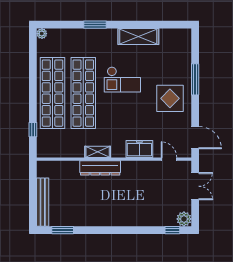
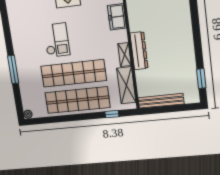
window: (95, 25) -> (13, 70), width x1.44
shelving: (138, 37) -> (126, 85), moved
bench: (43, 202) -> (161, 101), moved

